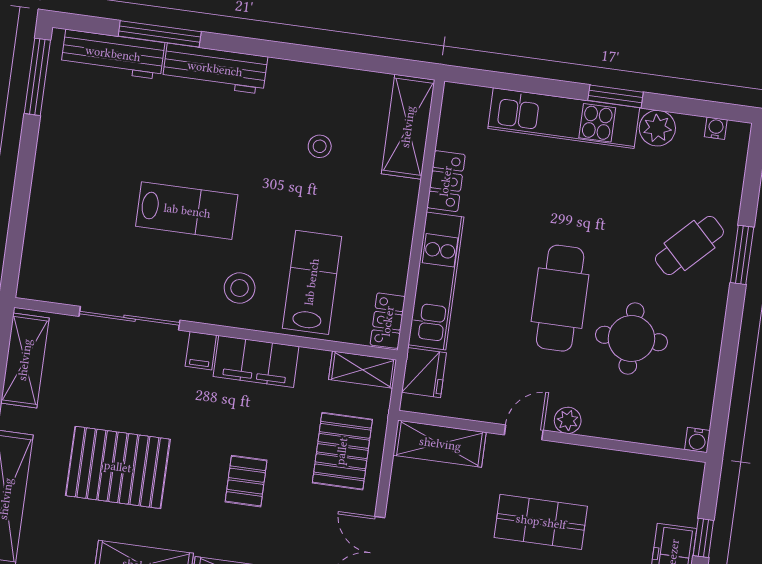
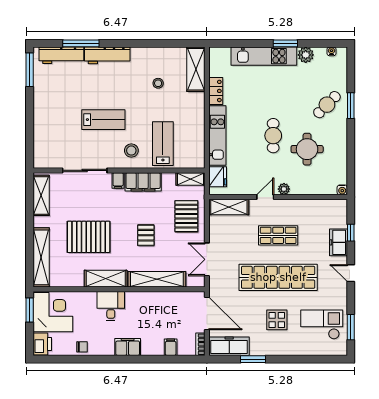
cafe table: (560, 298) -> (273, 136), width x0.73, depth x0.74
locker: (388, 321) -> (199, 156), removed

